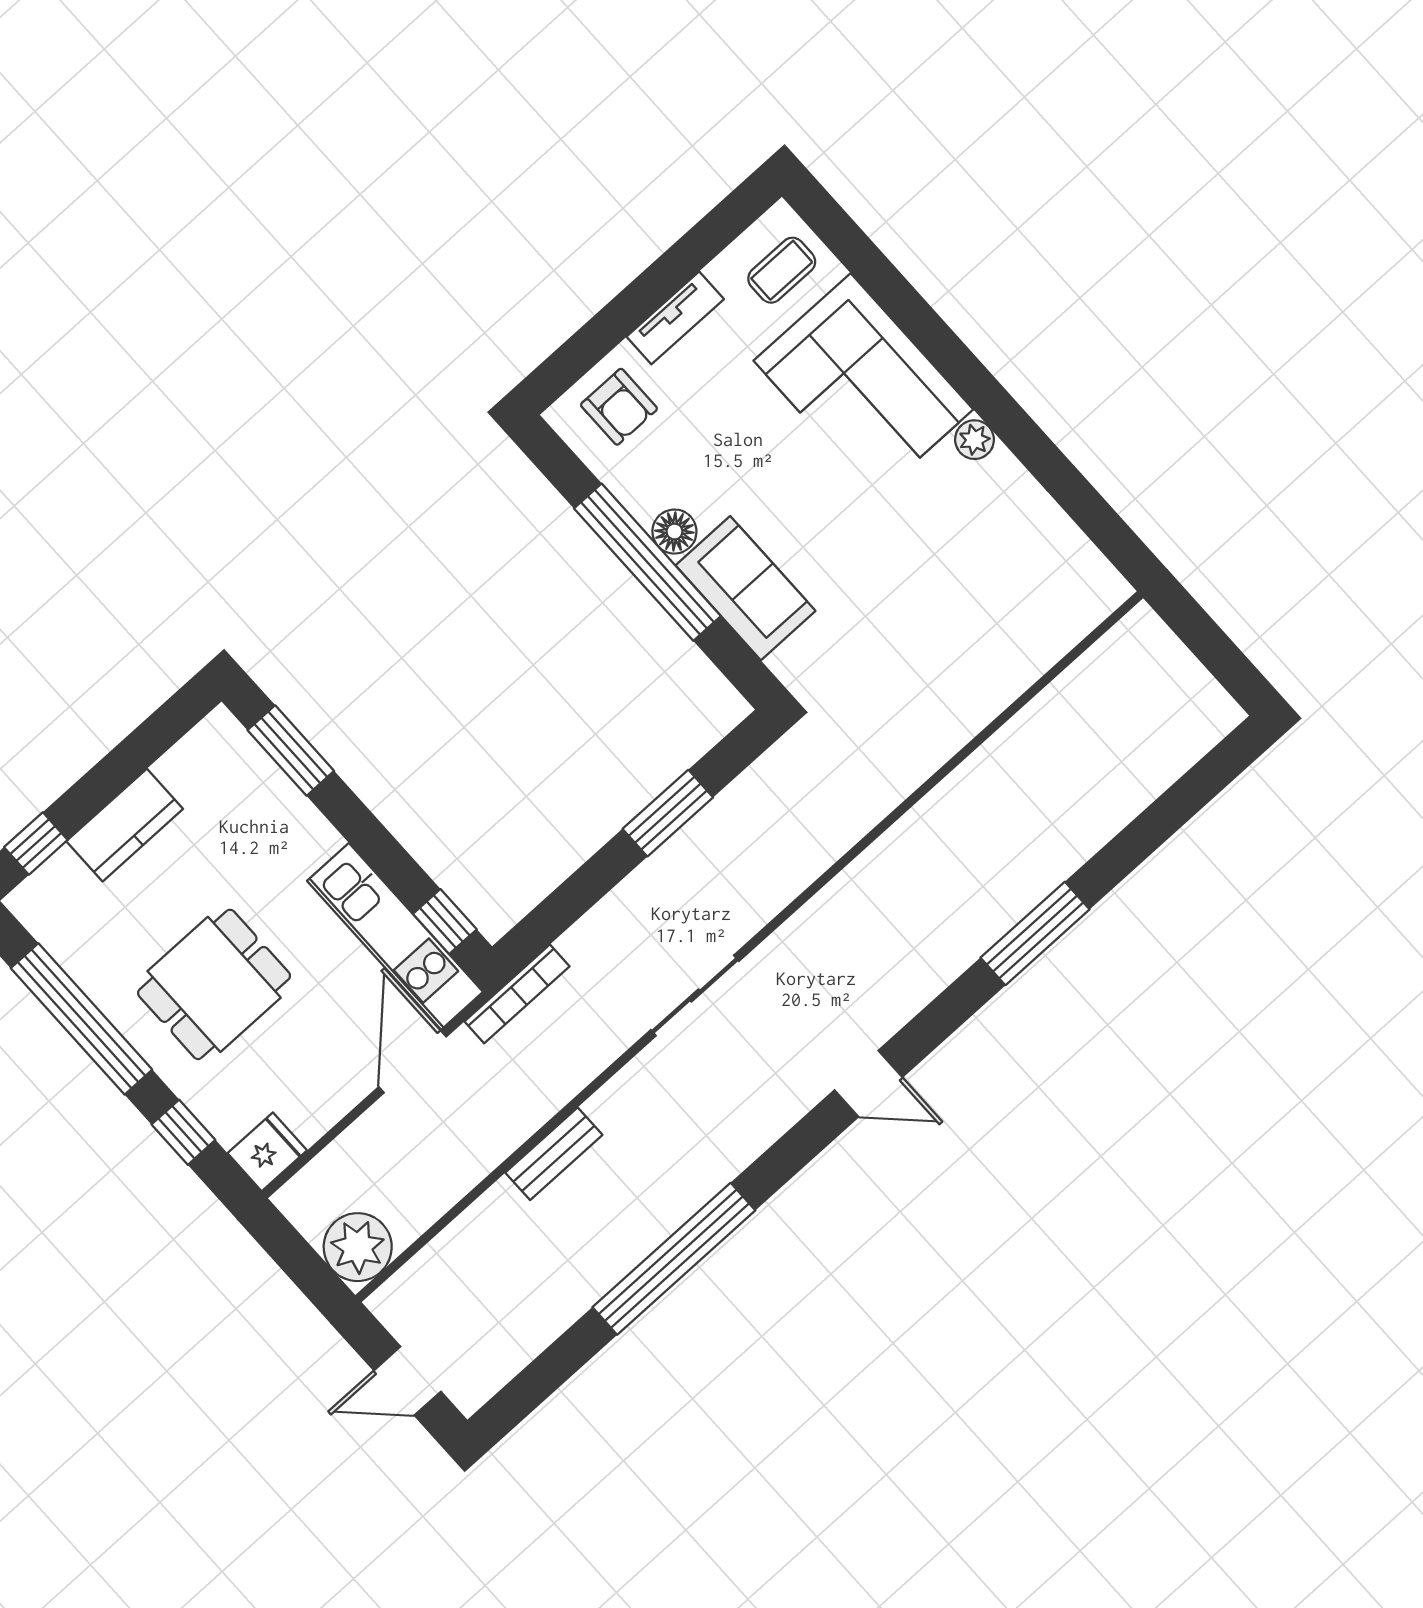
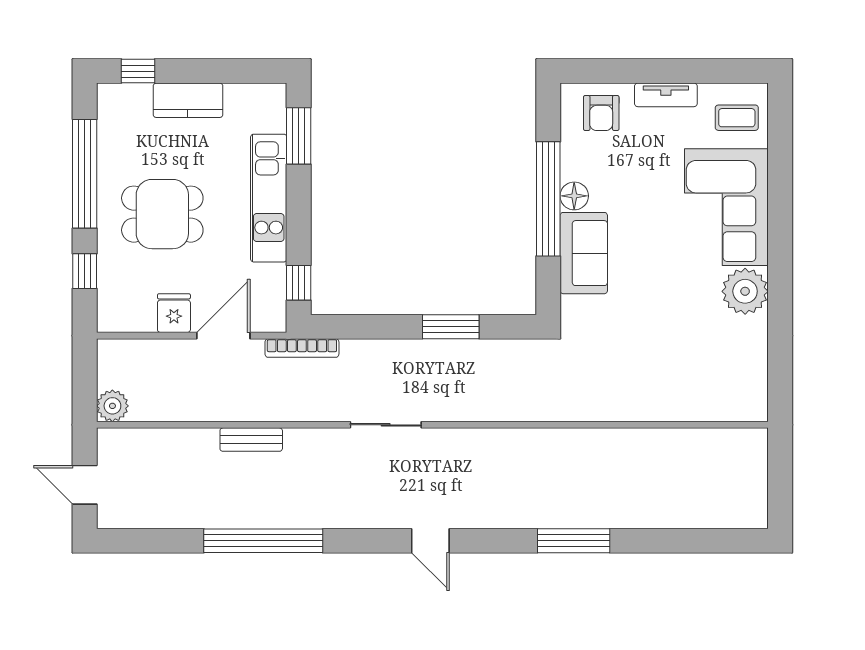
plant: (974, 440) -> (745, 291), width x1.87, depth x1.87
kitchen unit: (395, 936) -> (269, 198), moved
fridge: (267, 1152) -> (174, 313), moved, turned -90
plant: (358, 1247) -> (112, 406), width x0.73, depth x0.73

